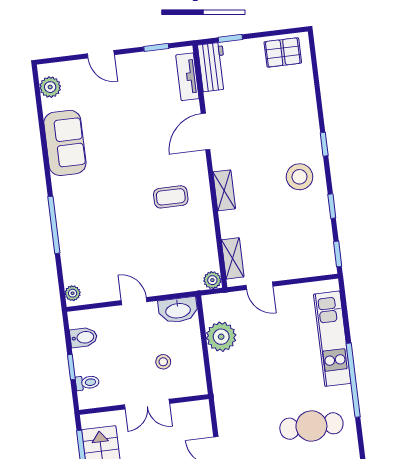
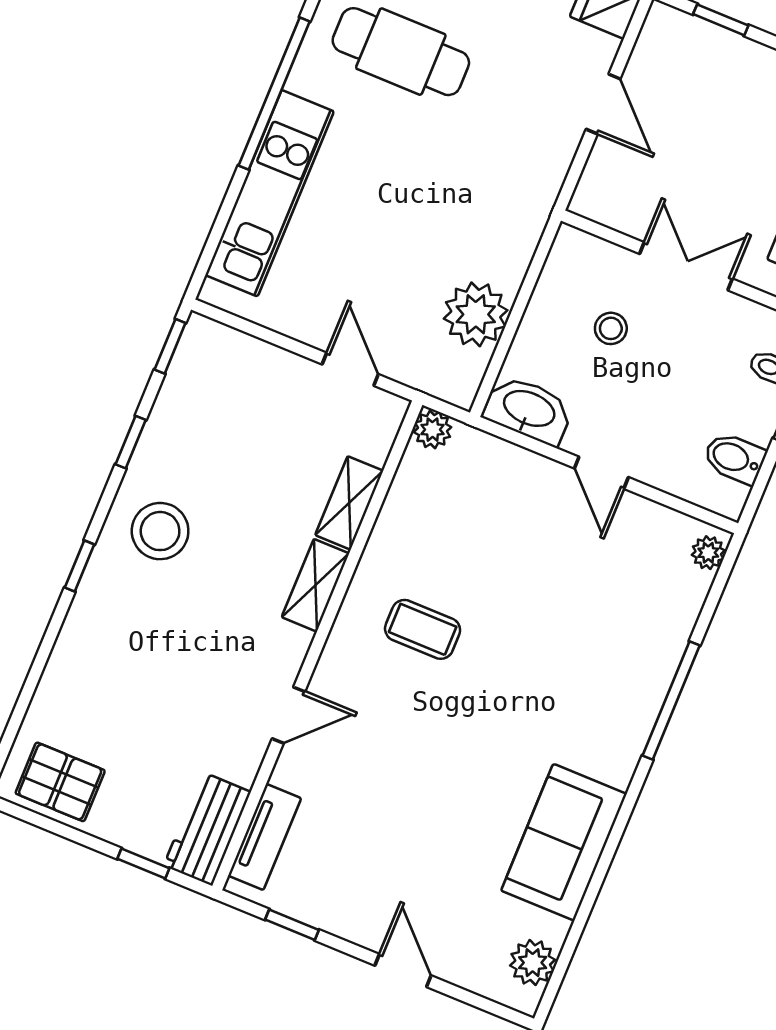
door: (206, 132) -> (288, 715), width x0.73
shelving: (233, 258) -> (349, 503), moved

